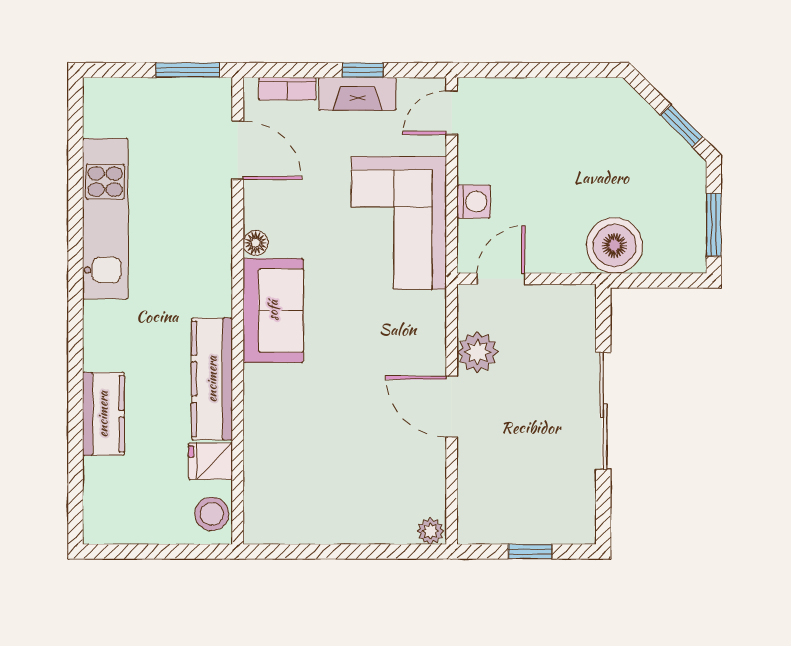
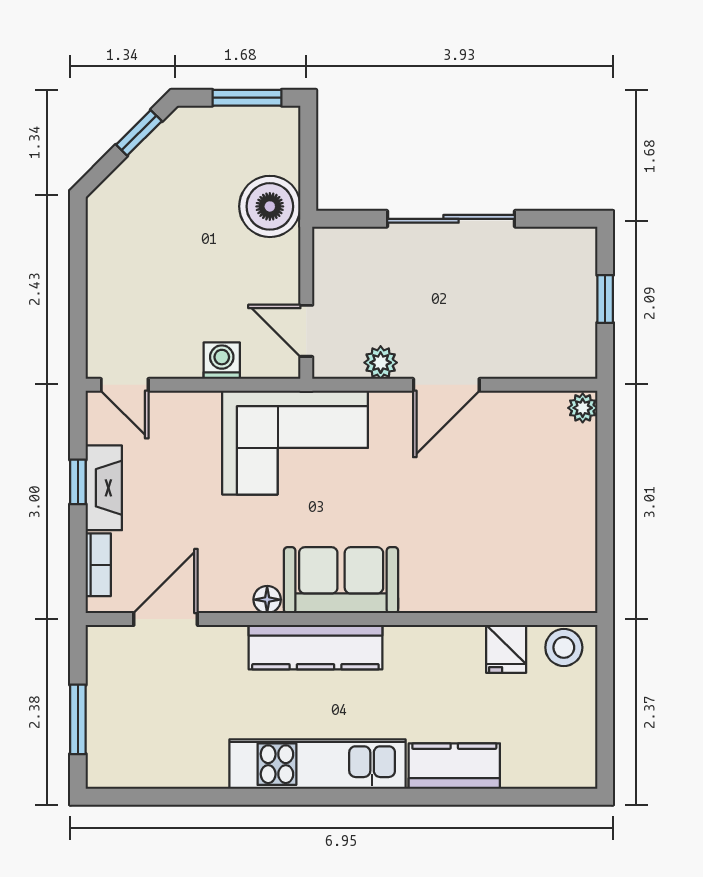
window: (187, 70) -> (78, 719), moved
kitchen unit: (105, 219) -> (317, 764), moved
corner sofa: (399, 223) -> (295, 443), moved
plant: (478, 352) -> (381, 363), width x0.73, depth x0.73
kitchen counter: (212, 379) -> (315, 647), moved

